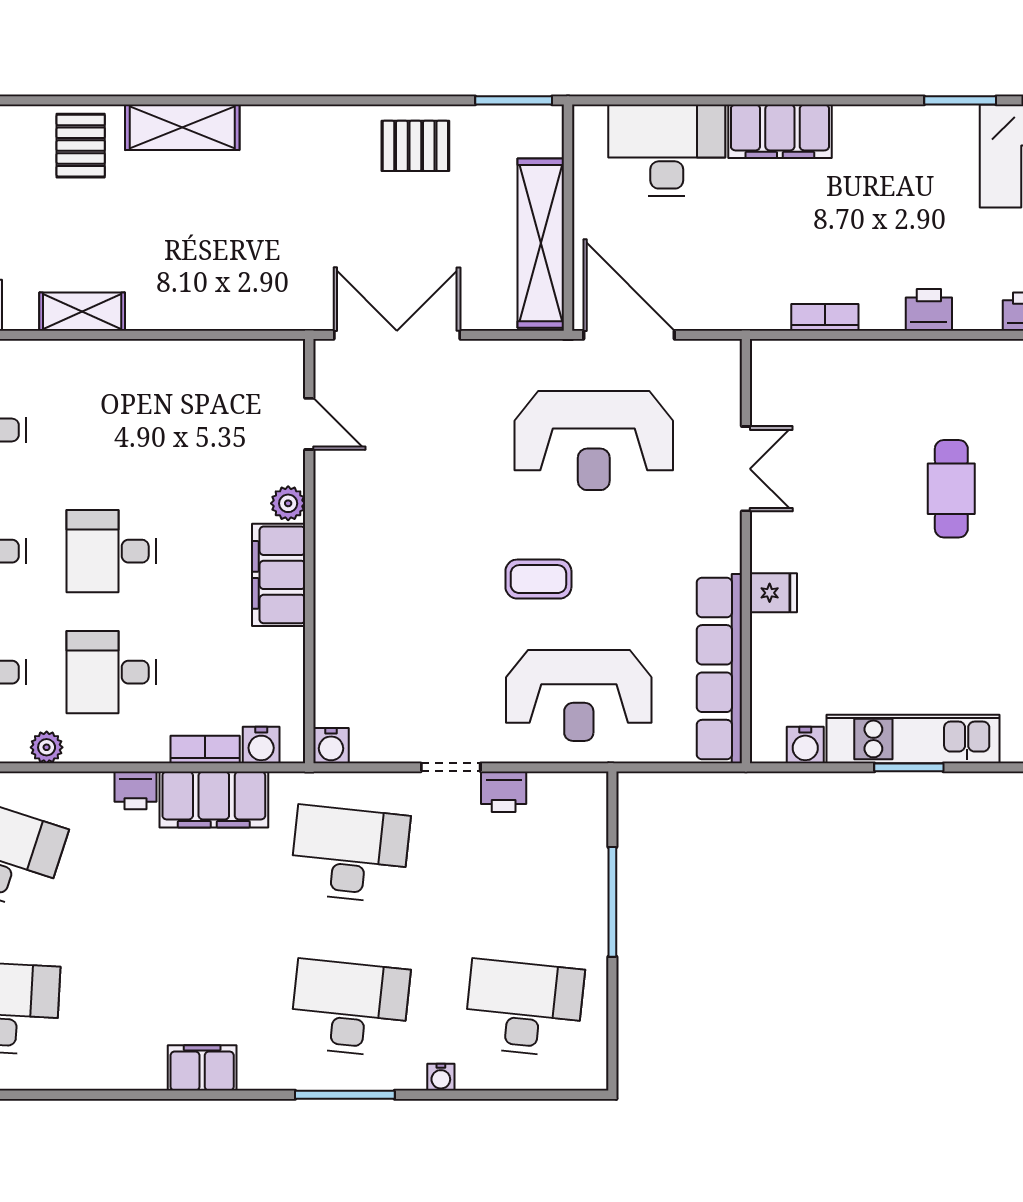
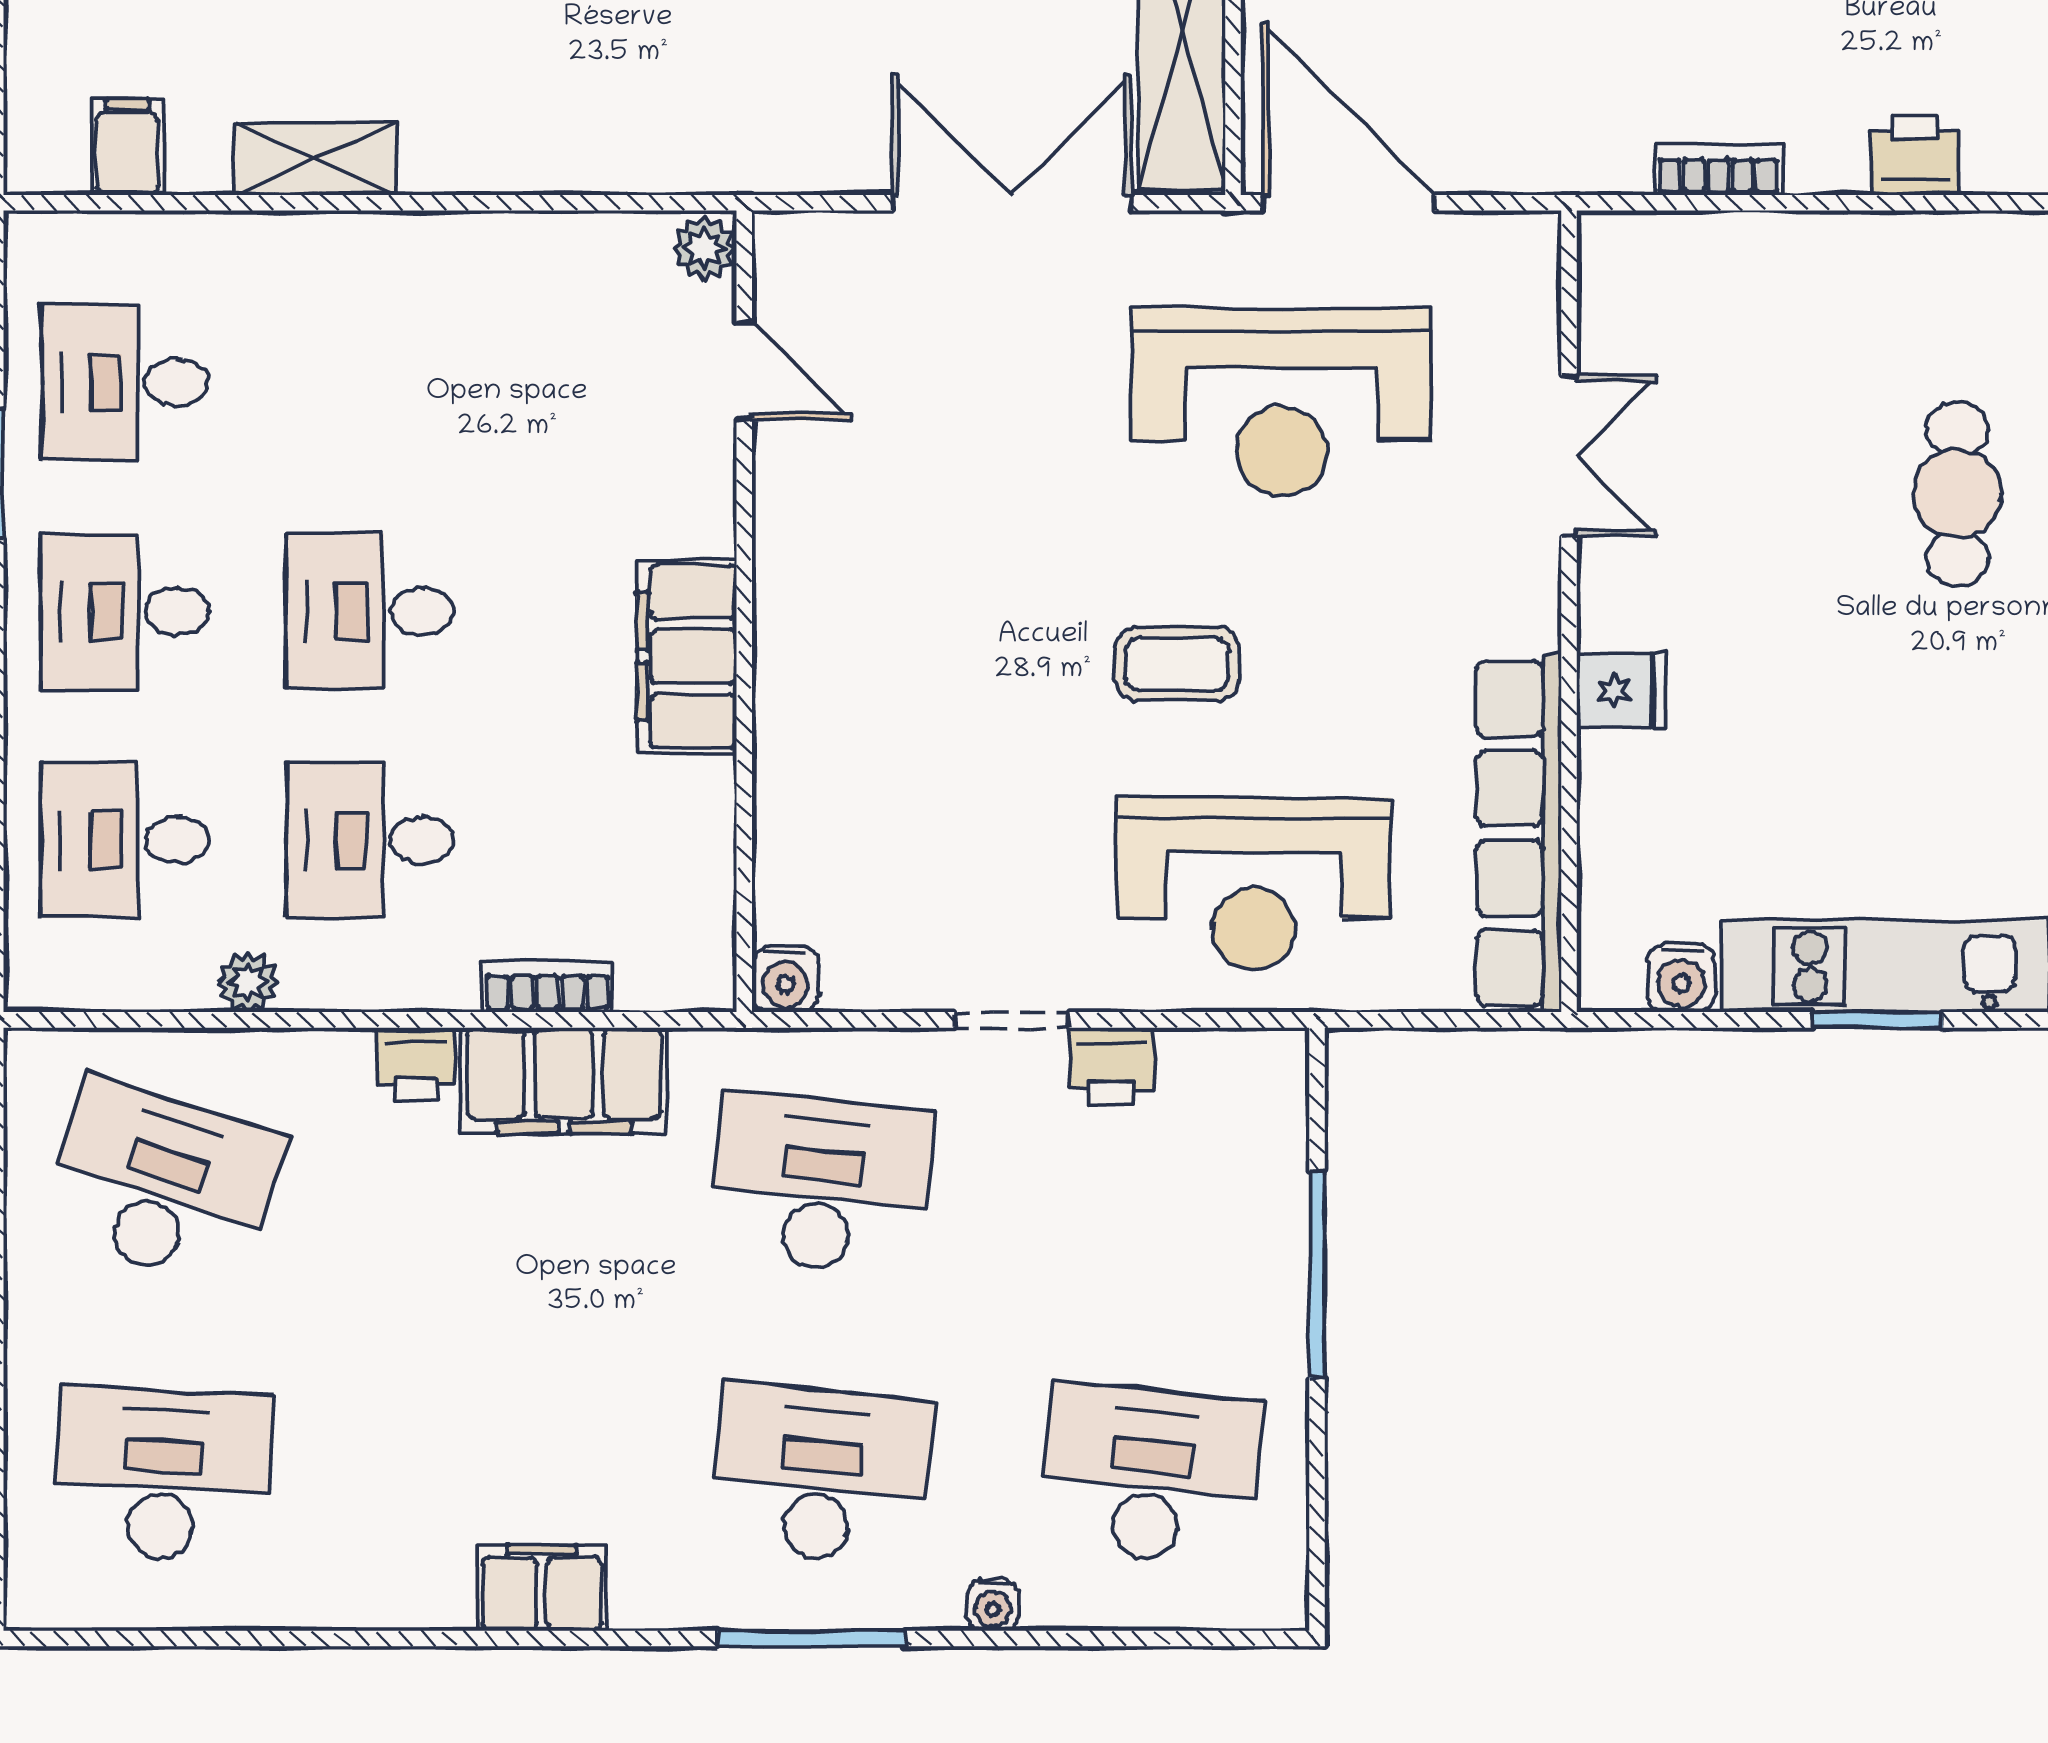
double door: (397, 335) -> (1012, 203), moved
plant: (288, 503) -> (704, 249), moved
water cooler: (261, 745) -> (653, 978), removed

